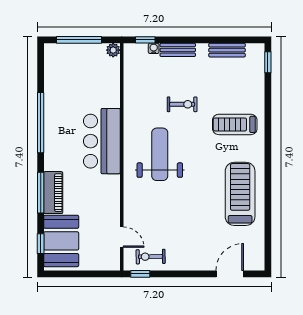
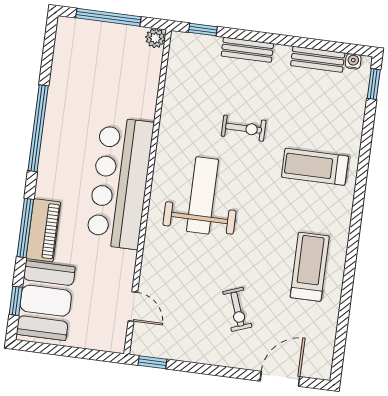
water cooler: (154, 48) -> (353, 61), moved
bar counter: (102, 141) -> (120, 183), width x1.36
treadmill: (240, 194) -> (310, 267), width x0.73, depth x0.73
exercise bike: (151, 257) -> (237, 309), moved, turned -109

